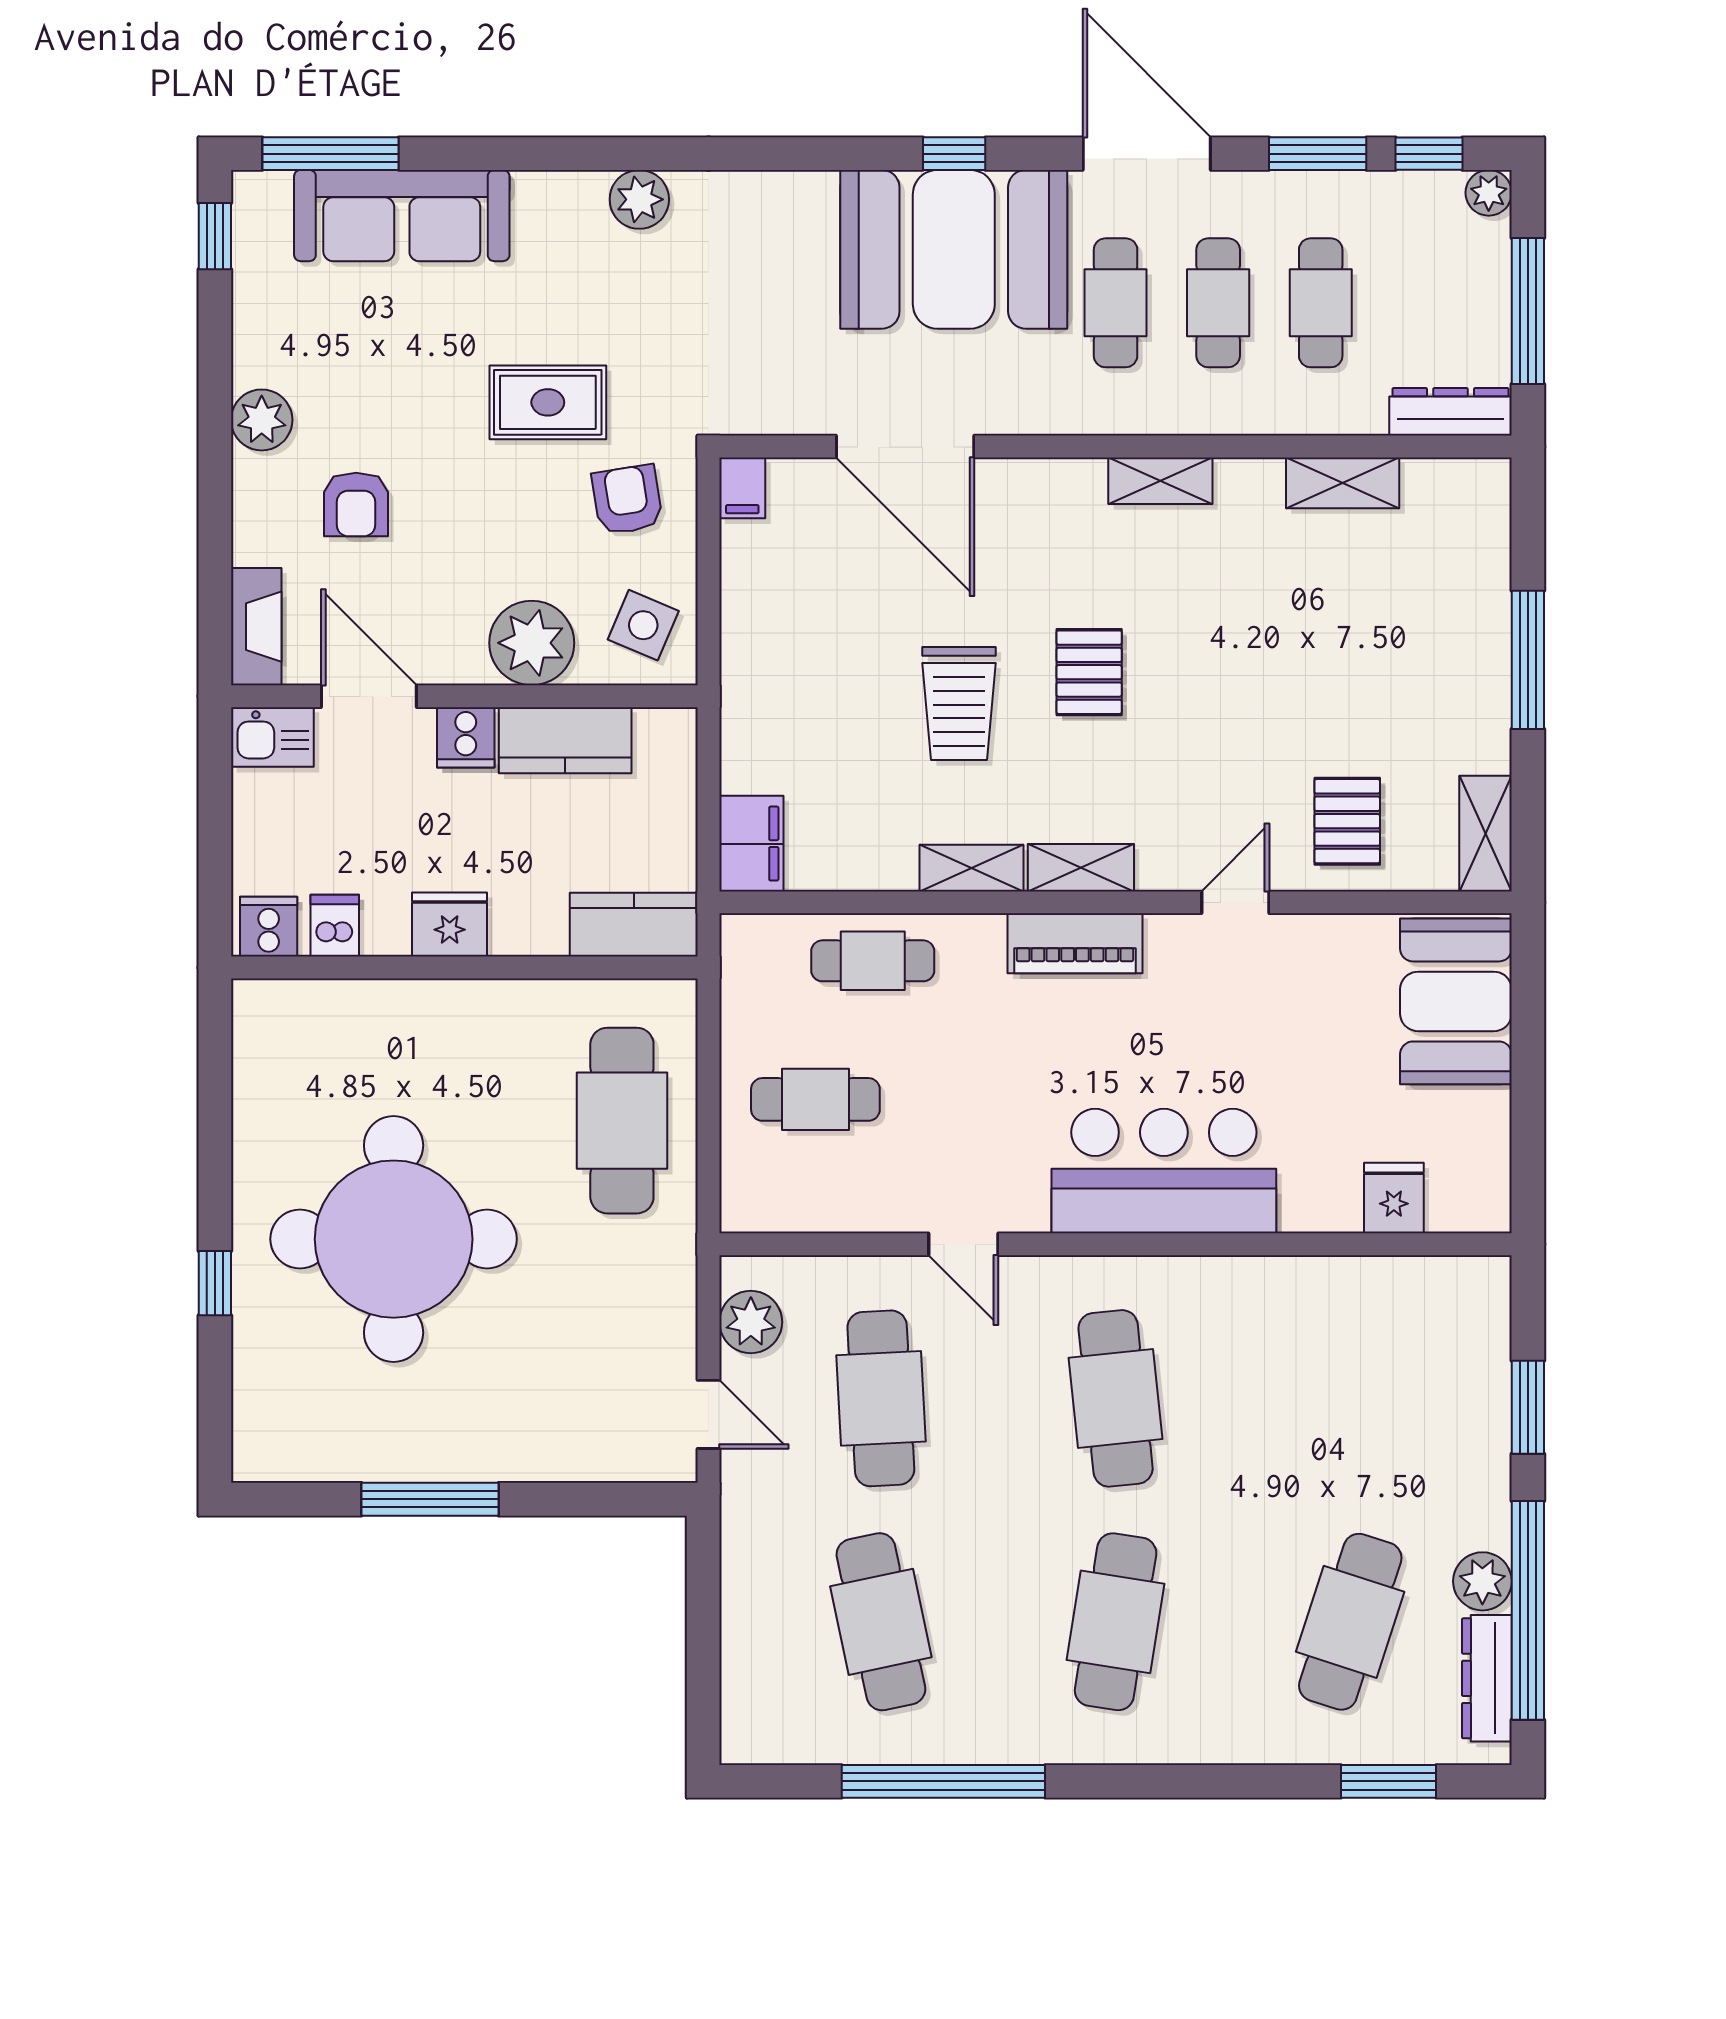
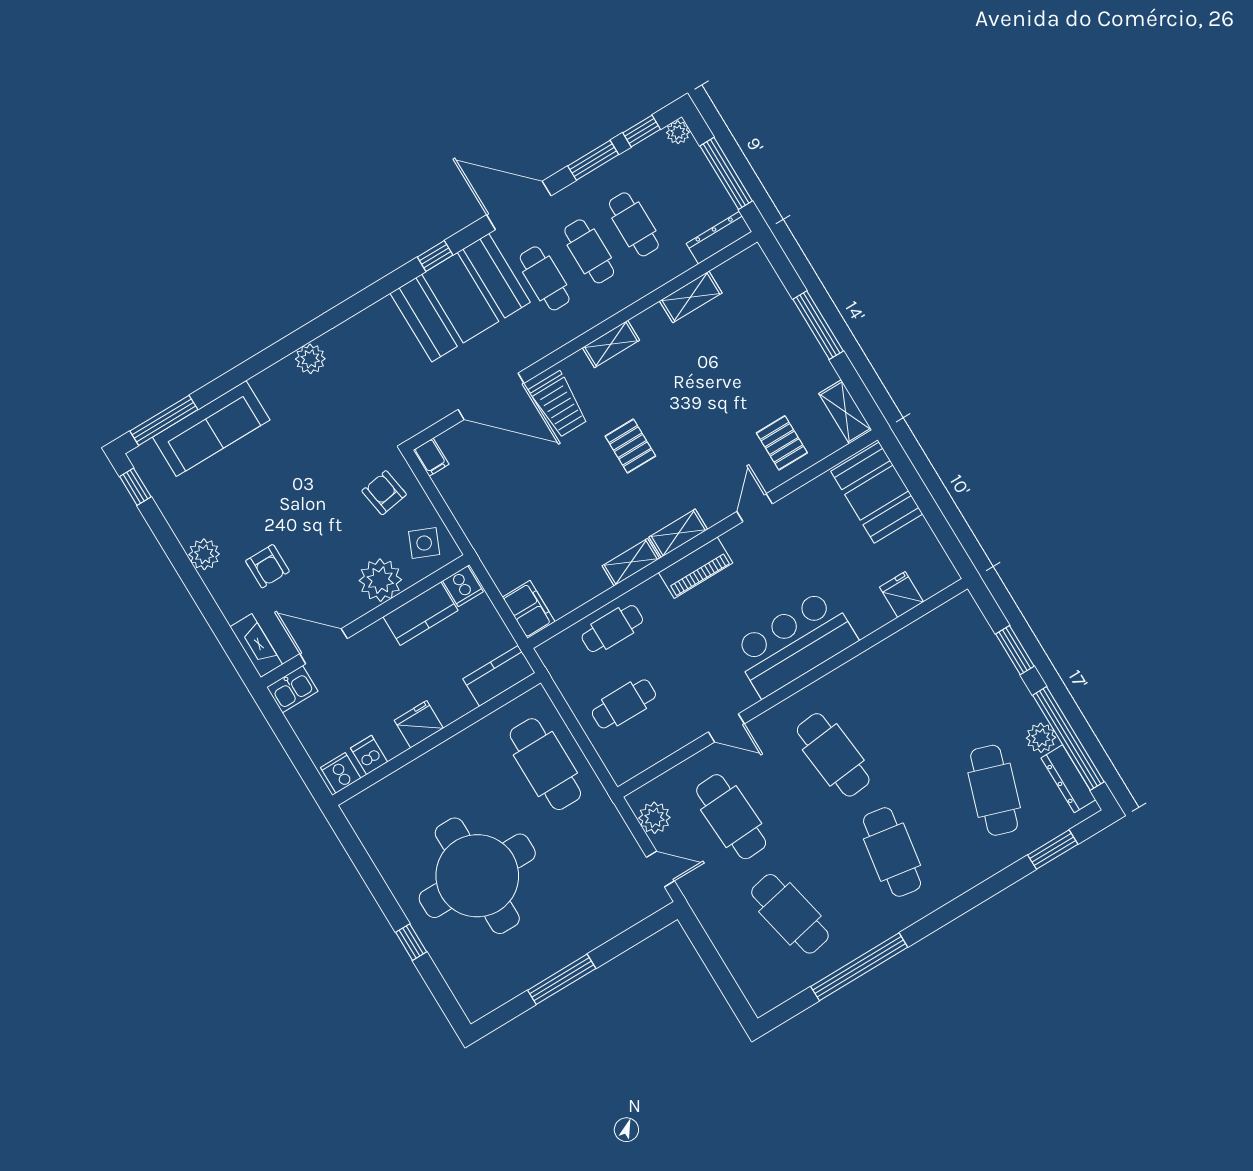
rug: (548, 402) -> (324, 471), removed
trolley: (959, 704) -> (559, 404), moved
cooker: (466, 737) -> (463, 586), moved

